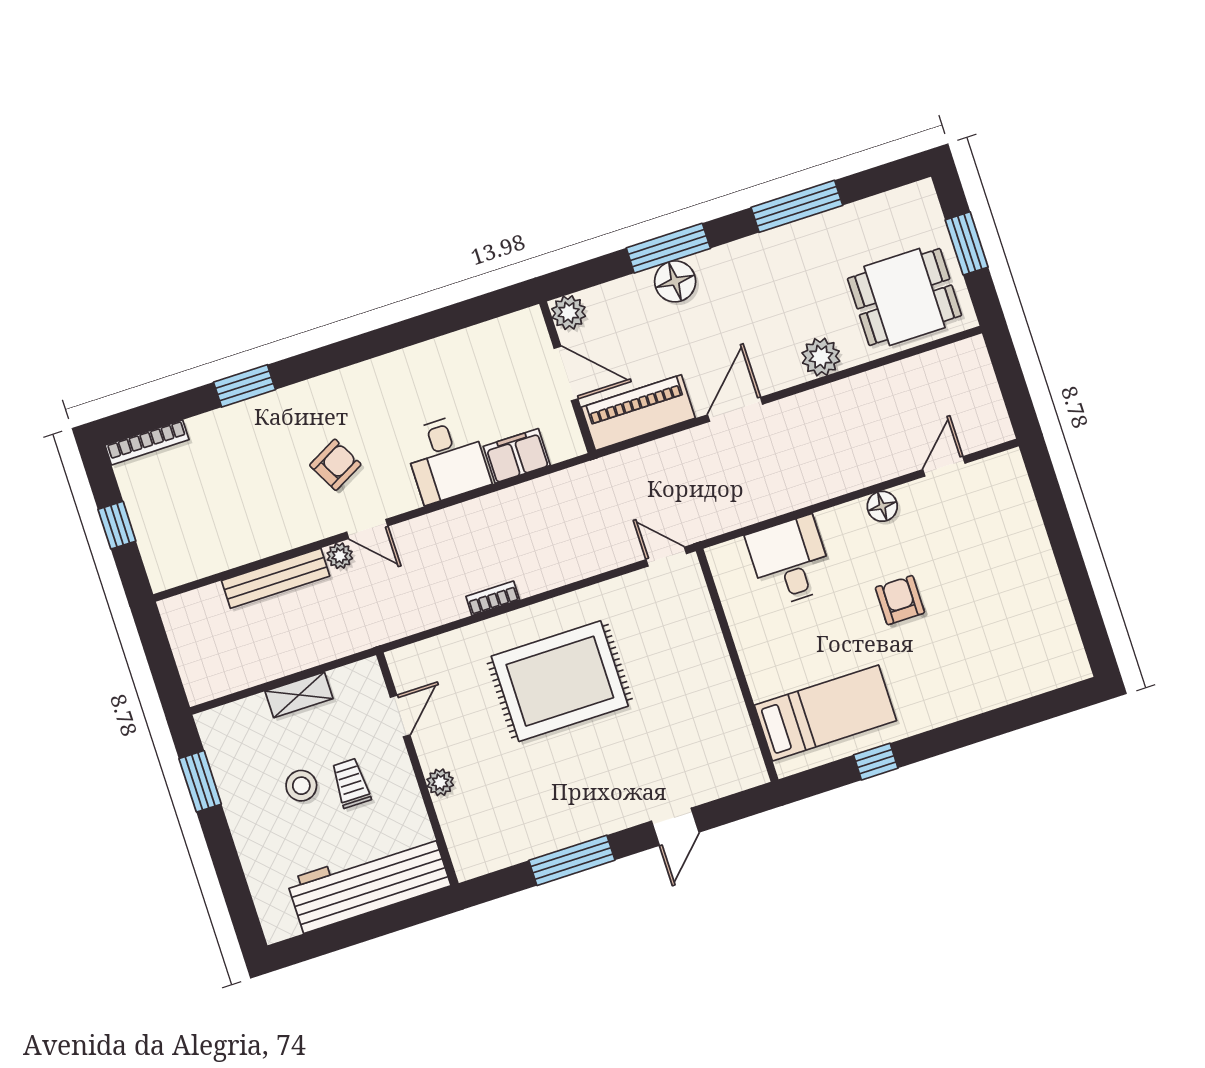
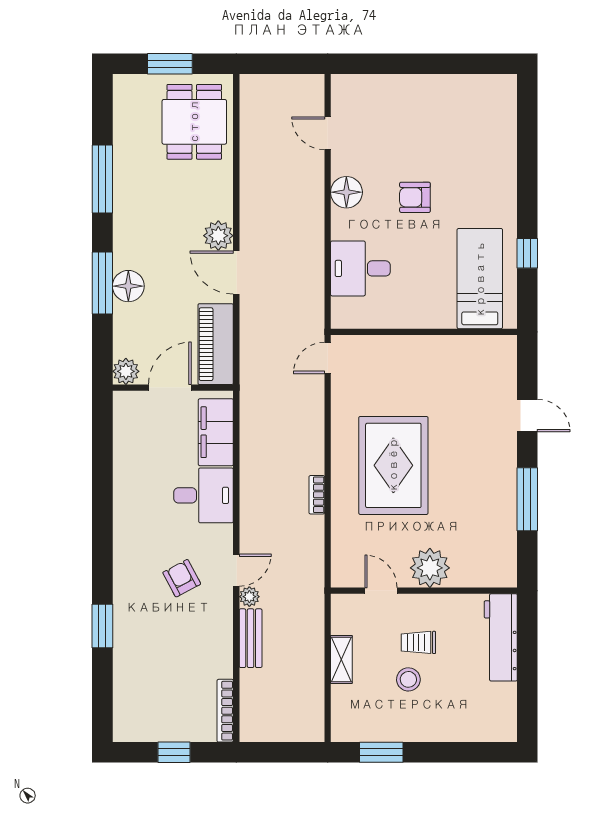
plant: (821, 357) -> (218, 236), moved
bookcase: (147, 442) -> (225, 711), moved, turned 180
filing cabinet: (517, 456) -> (216, 432), width x1.50, depth x1.17
floor lamp: (882, 506) -> (346, 192), width x1.38, depth x1.38
bench: (276, 578) -> (251, 638), width x0.73
plant: (440, 782) -> (430, 568), width x1.87, depth x1.87
workbench: (369, 883) -> (501, 637), width x0.73, depth x0.76

